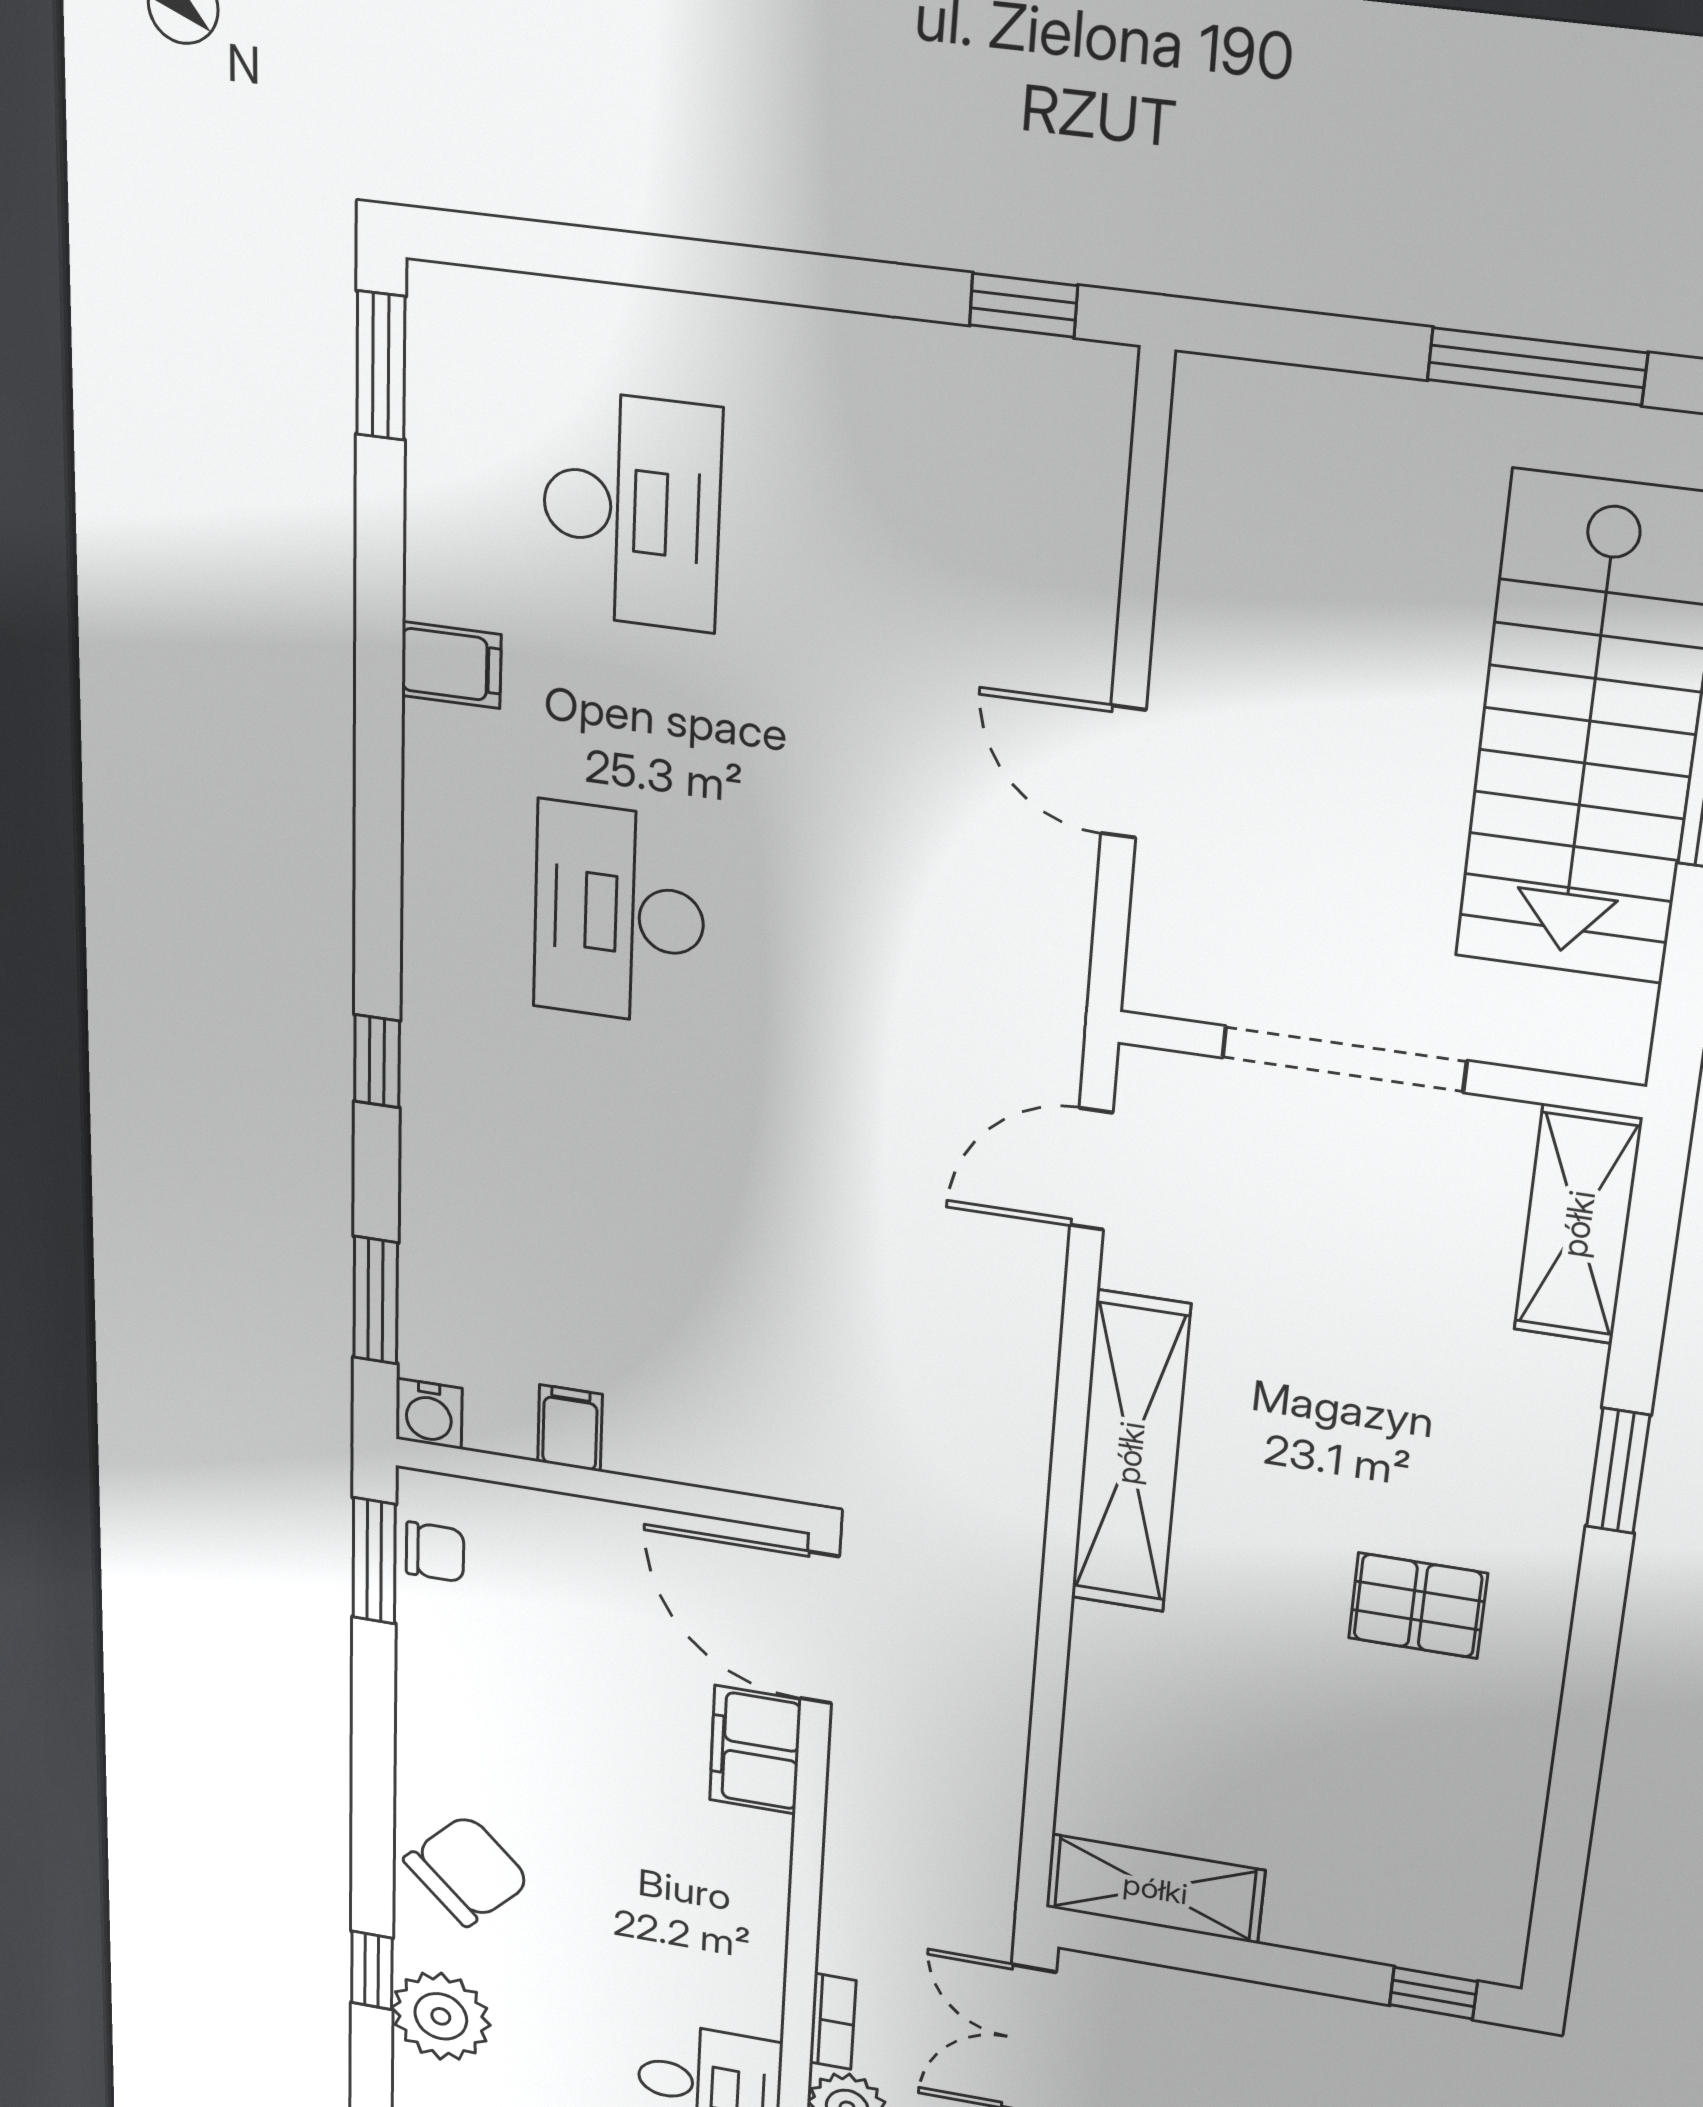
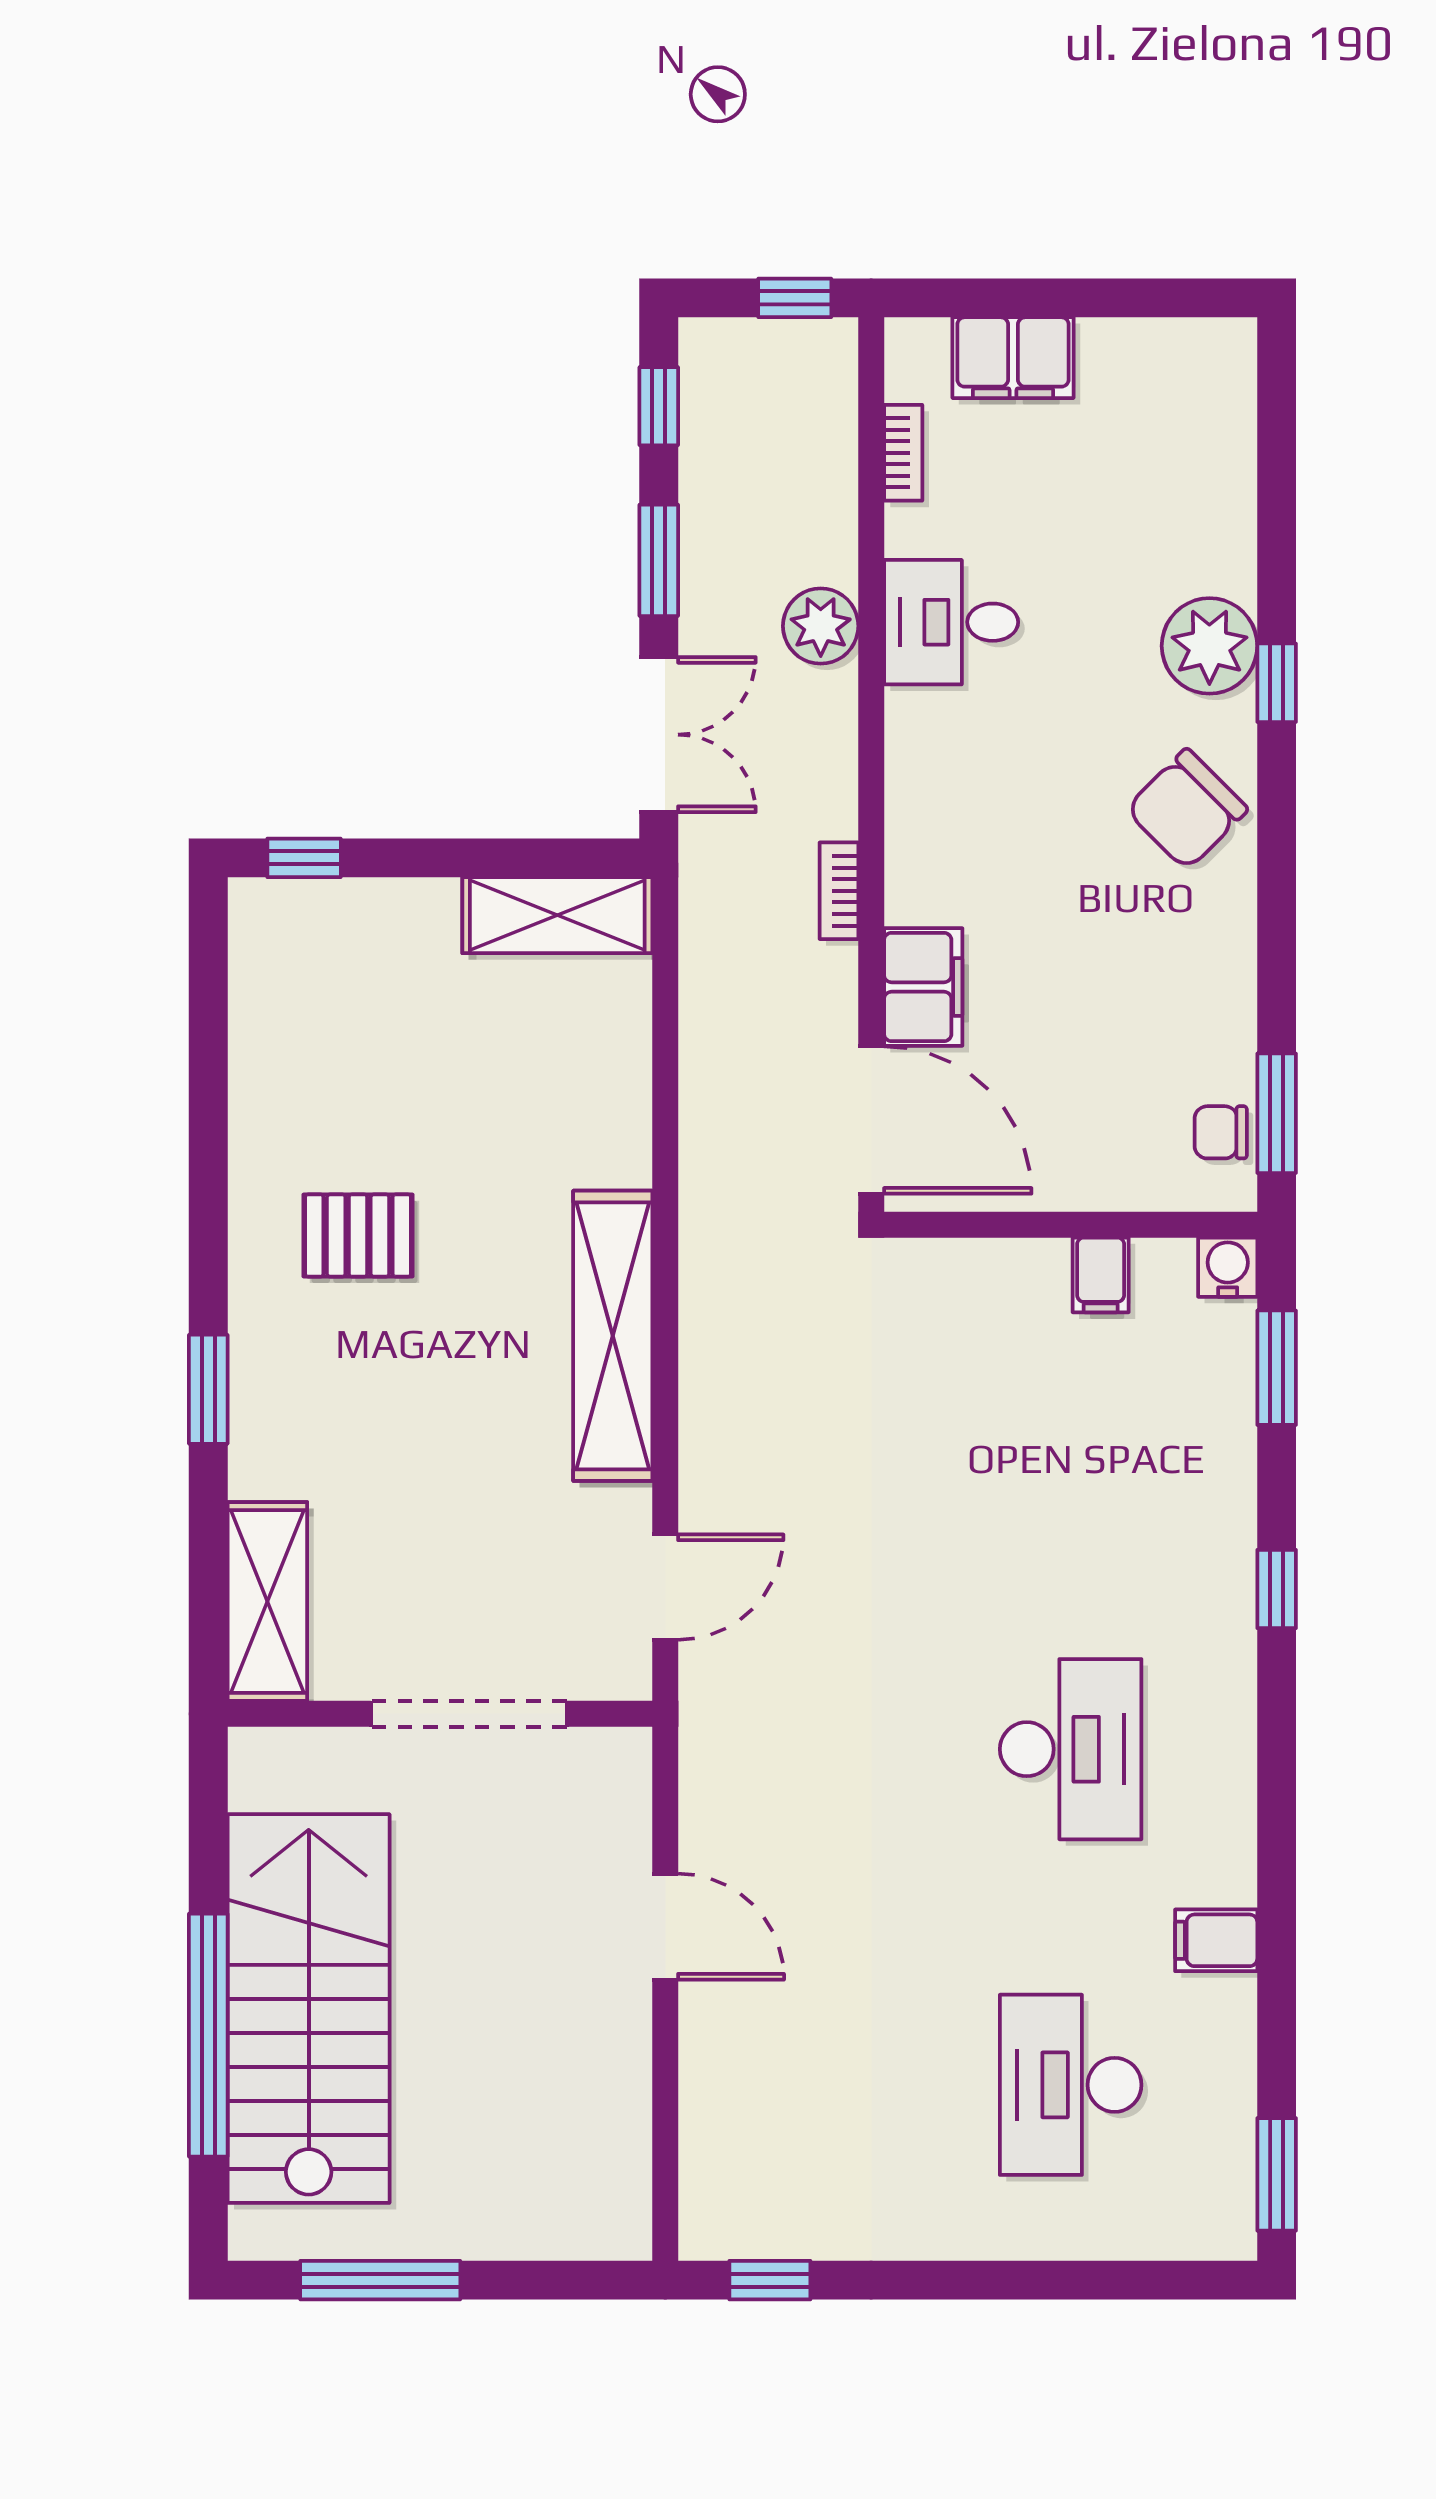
bookcase: (833, 2021) -> (839, 891), moved

